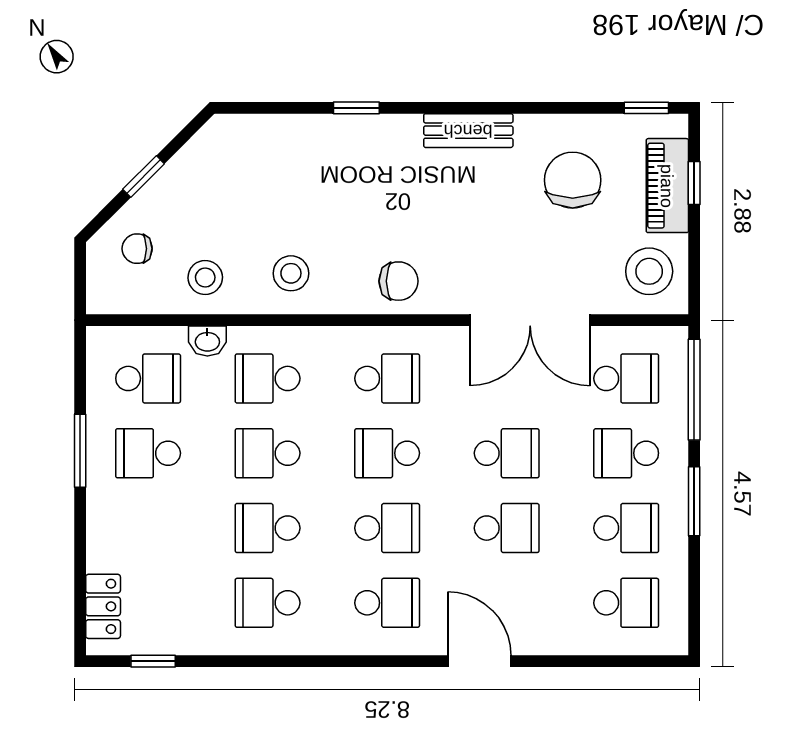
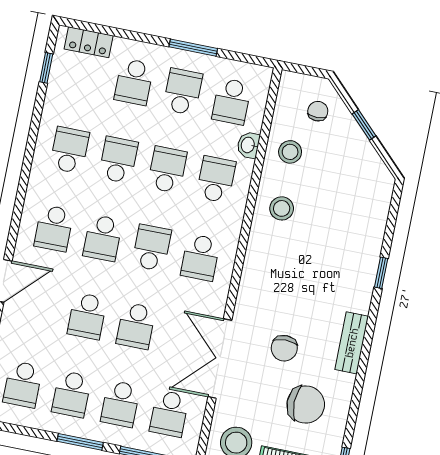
chair: (398, 281) -> (284, 348), moved
school desk: (626, 453) -> (120, 404), turned 180
school desk: (148, 528) -> (134, 82), added

